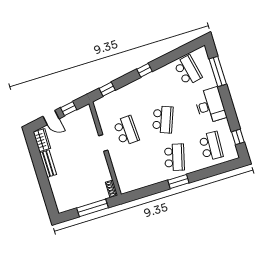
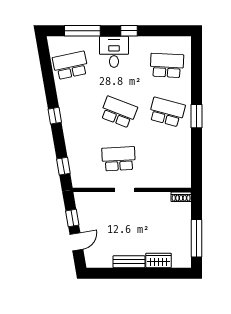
desk: (210, 106) -> (114, 52), width x0.73
window: (238, 137) -> (129, 31), moved
wardrobe: (42, 140) -> (159, 260), moved
window: (93, 208) -> (197, 238), moved

